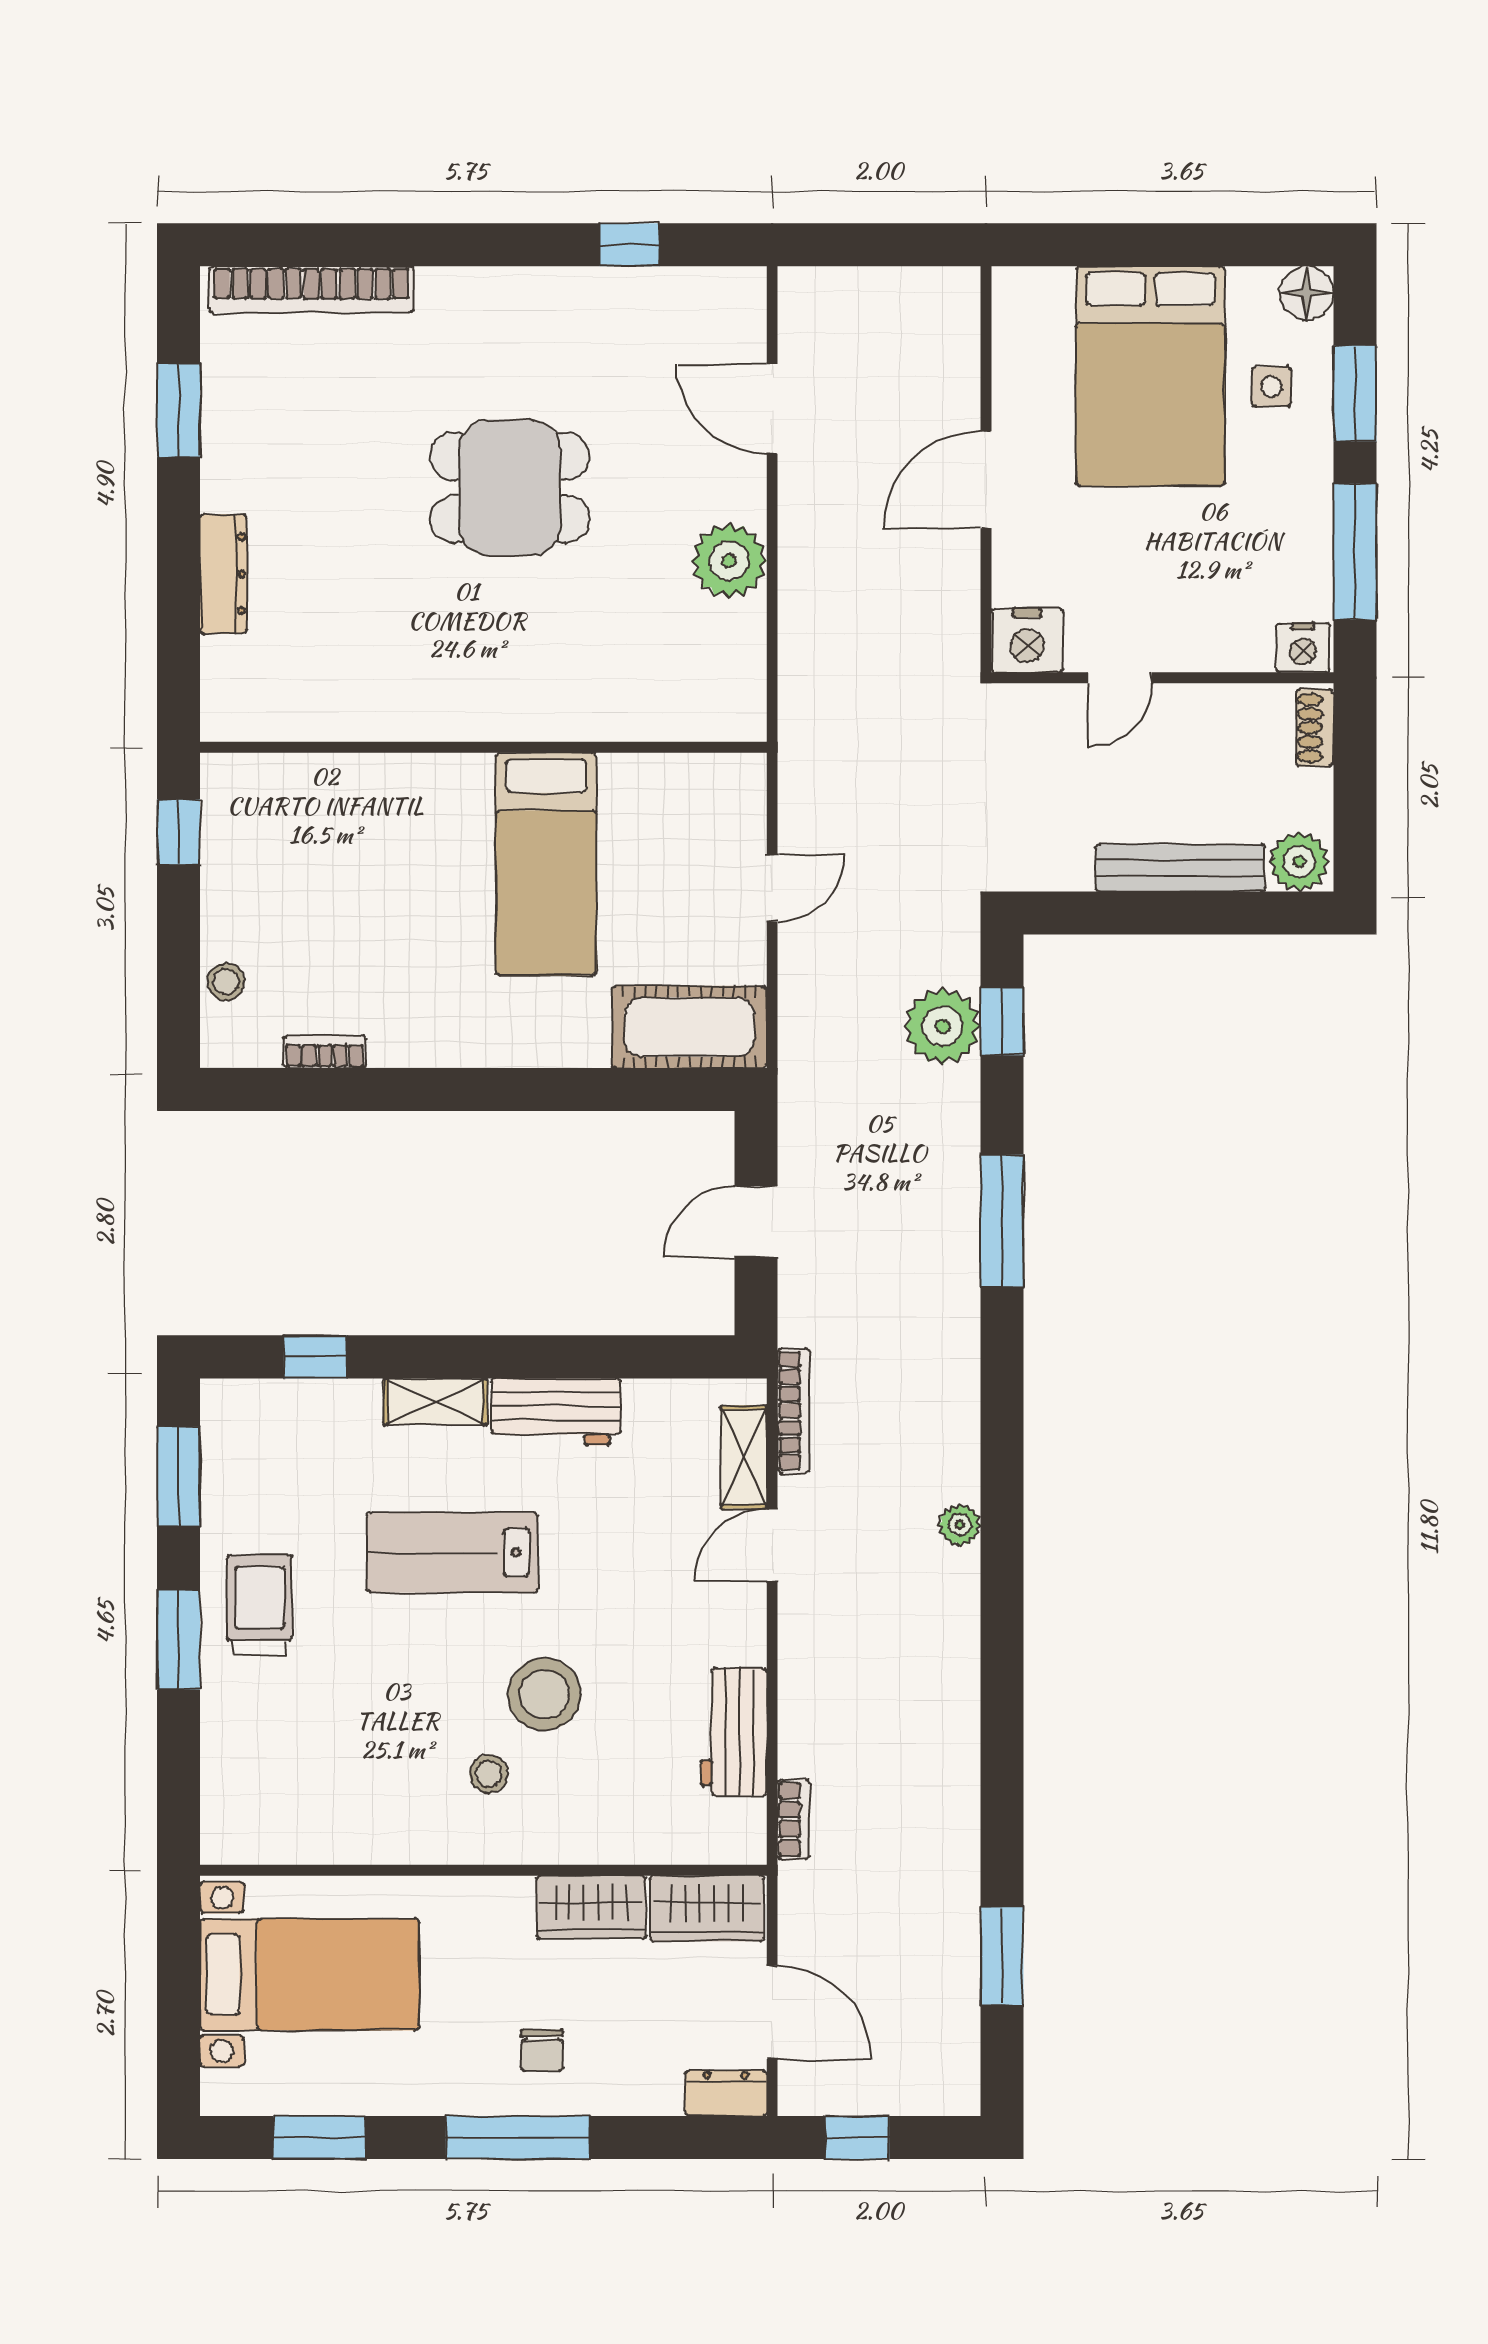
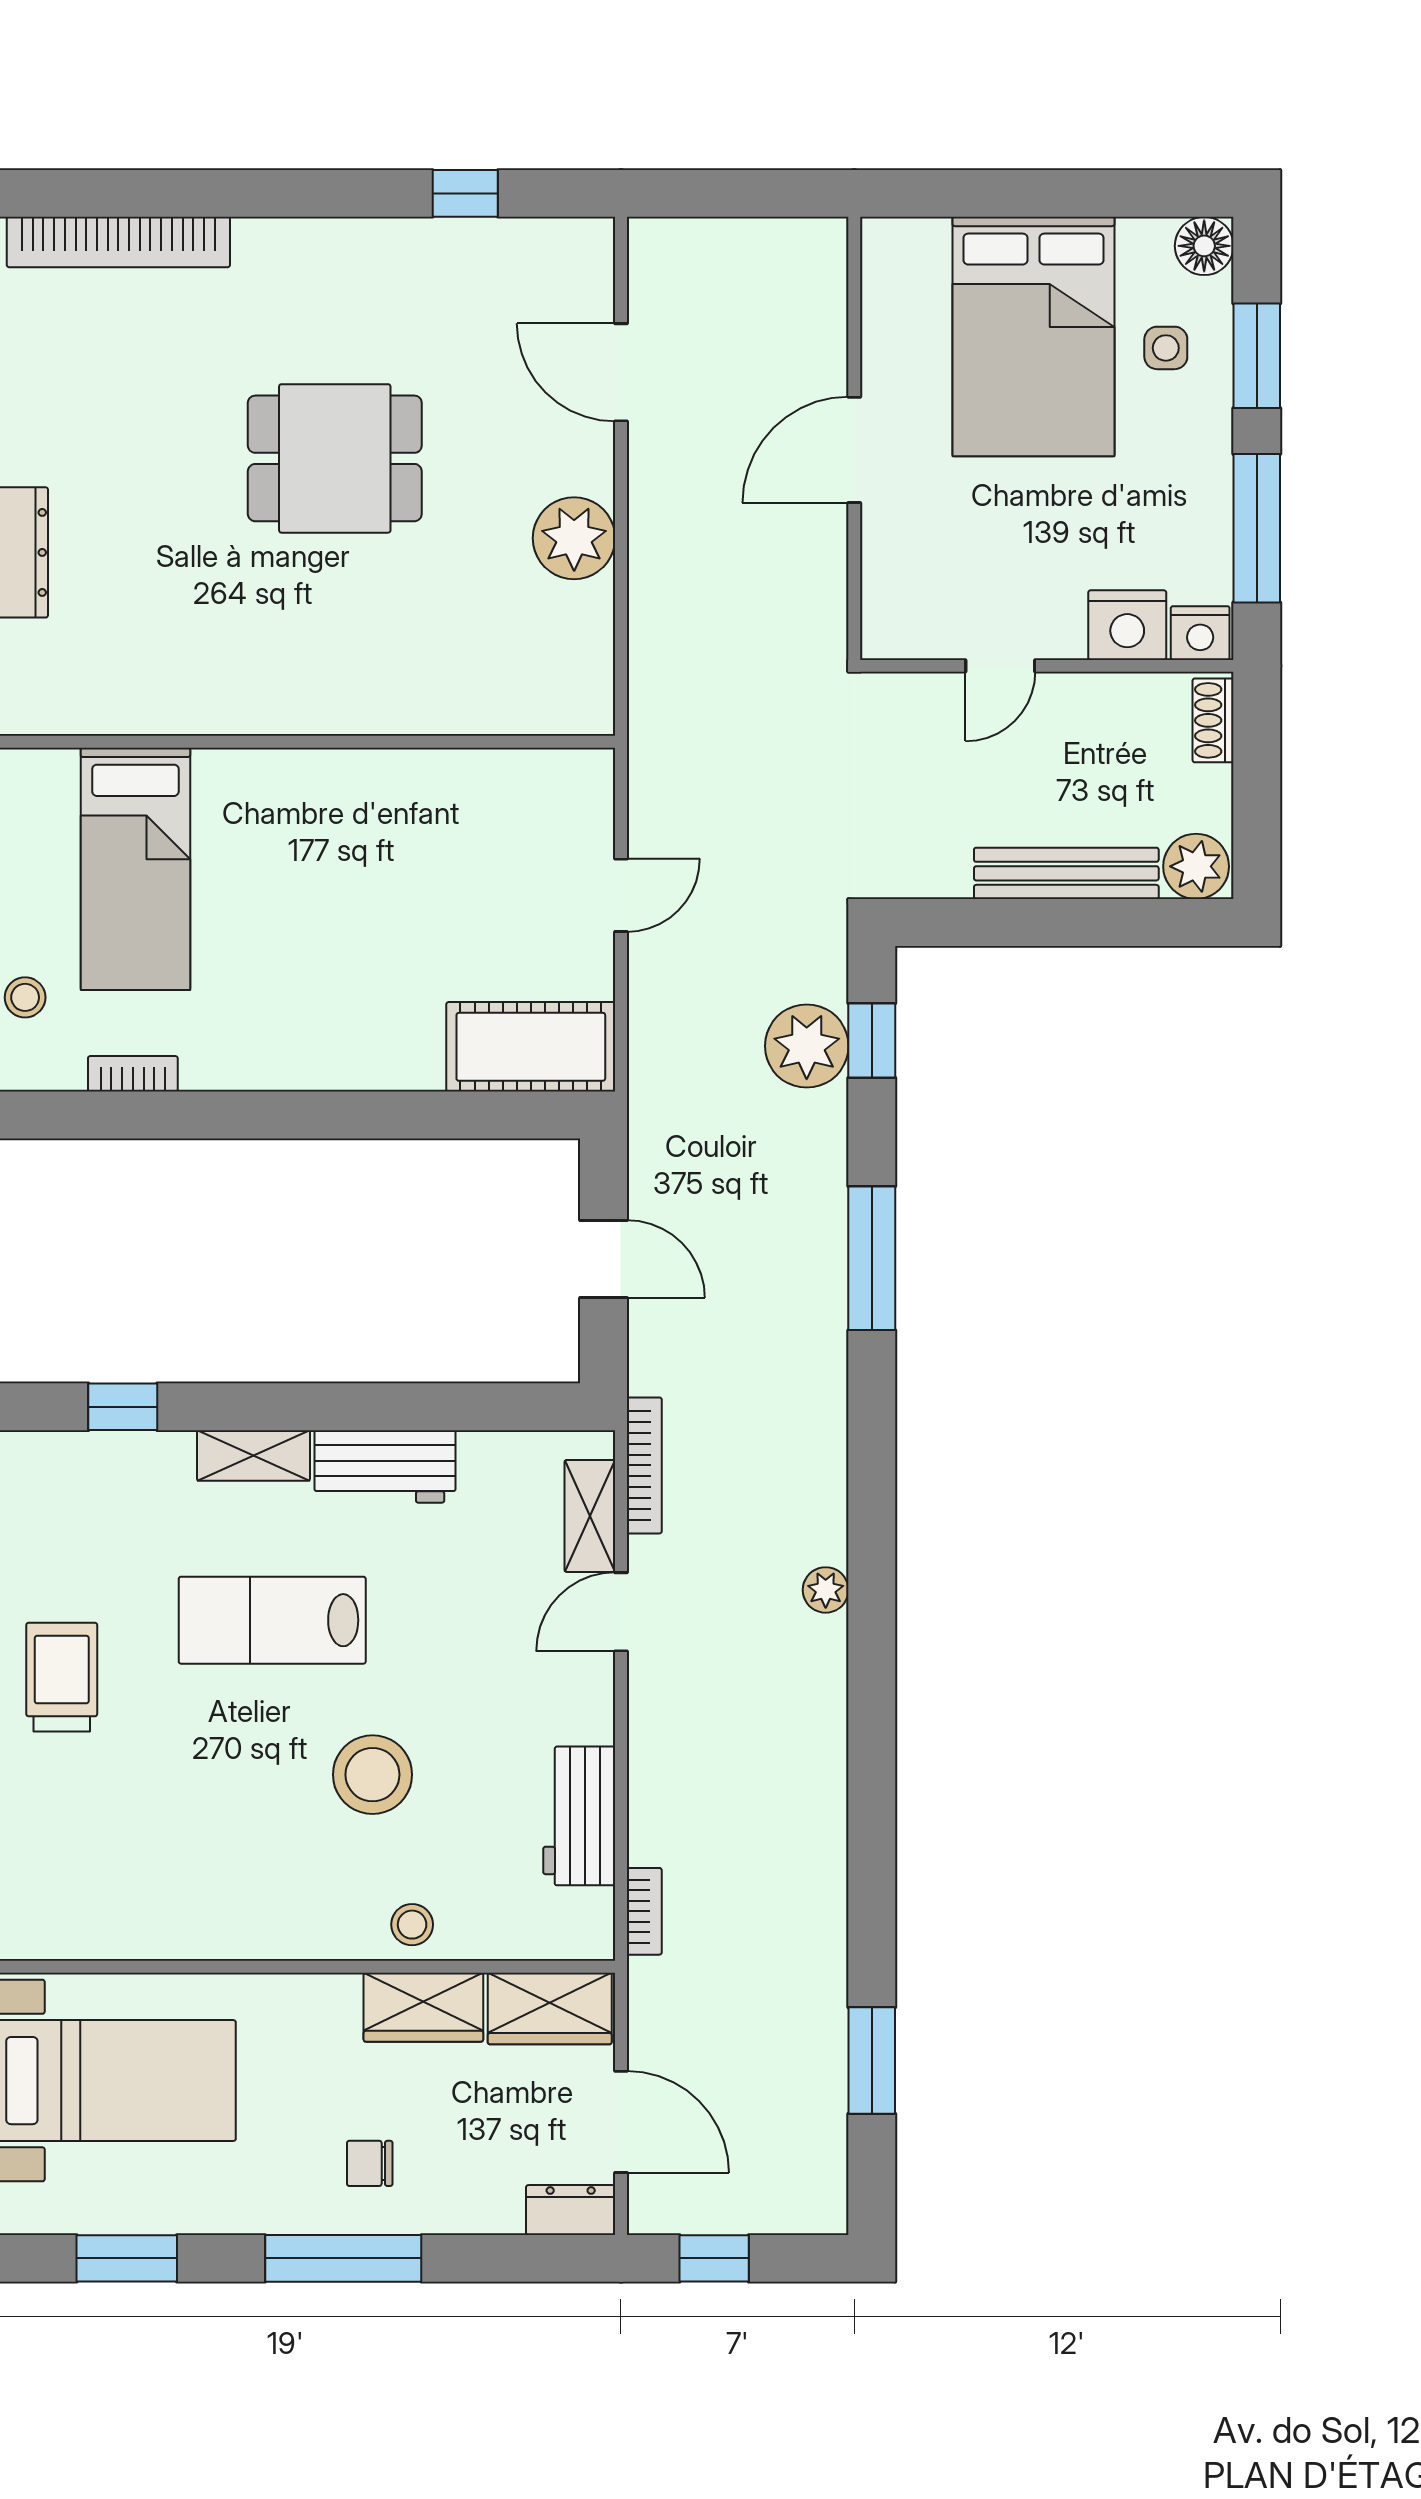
nightstand: (1027, 640) -> (1127, 625), moved
bed: (546, 864) -> (135, 869), moved
door: (756, 1221) -> (603, 1259), swing flipped
stool: (489, 1774) -> (412, 1925), moved
chair: (542, 2050) -> (370, 2163), turned 90

